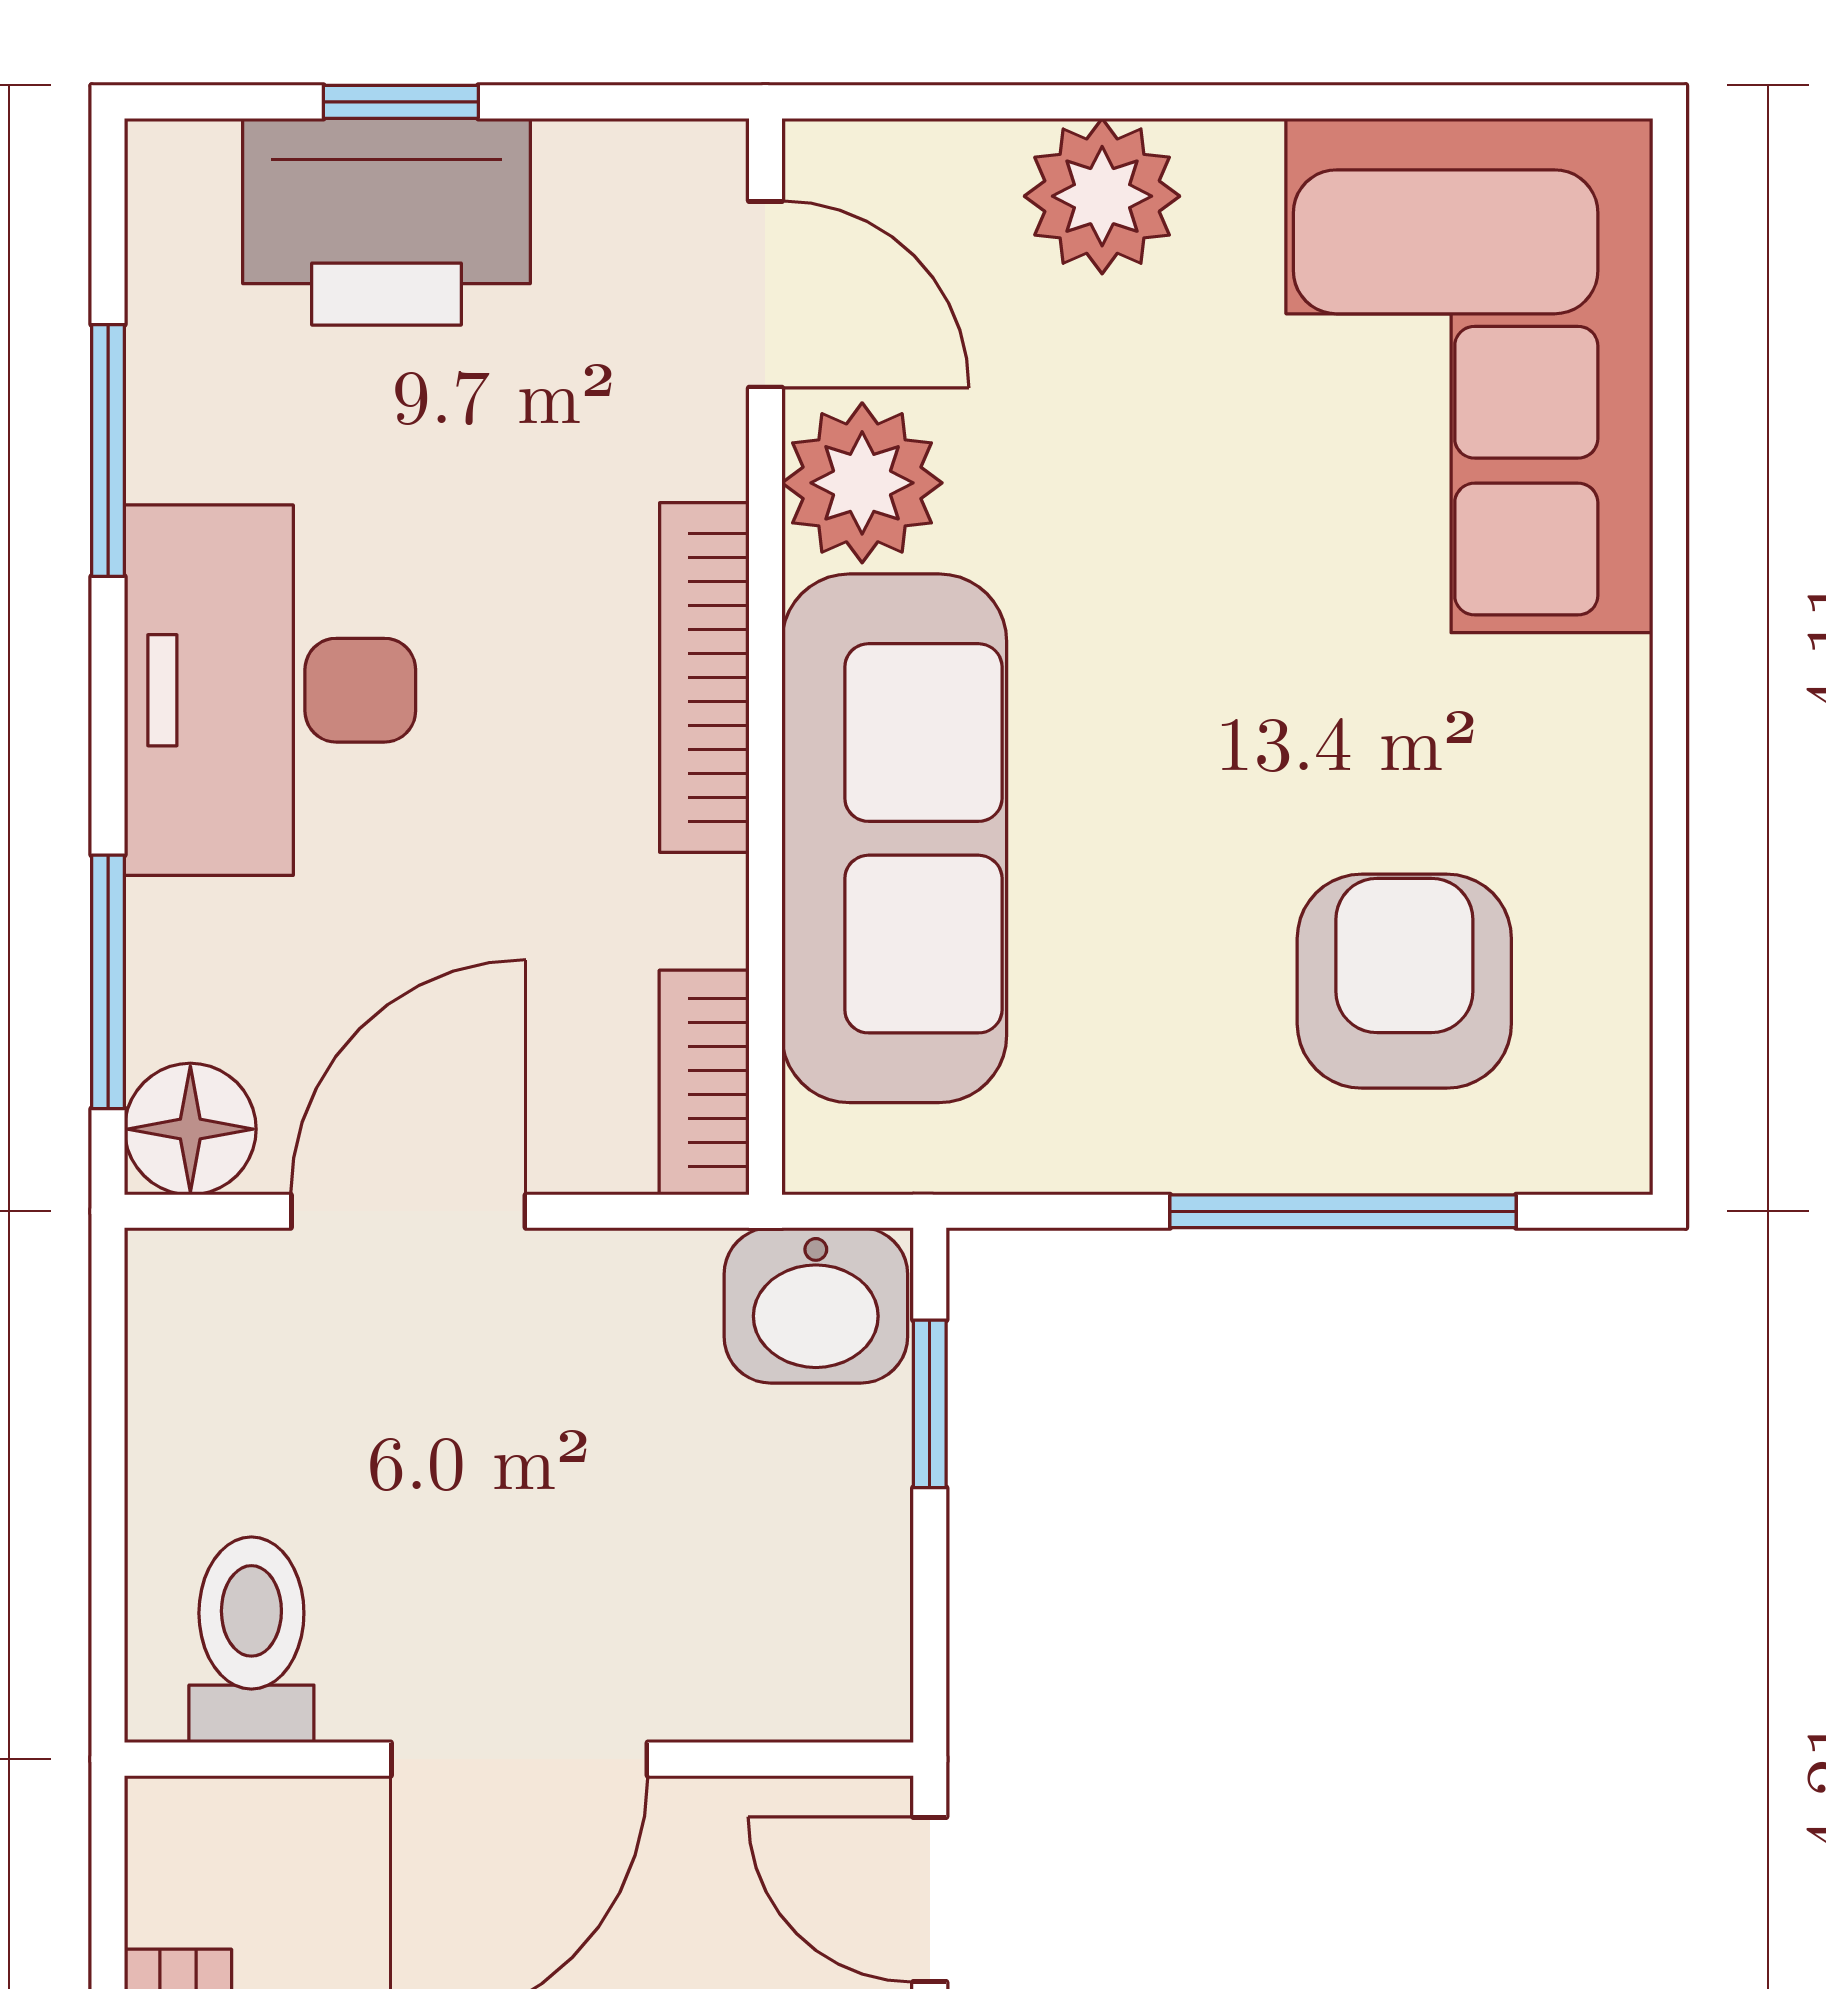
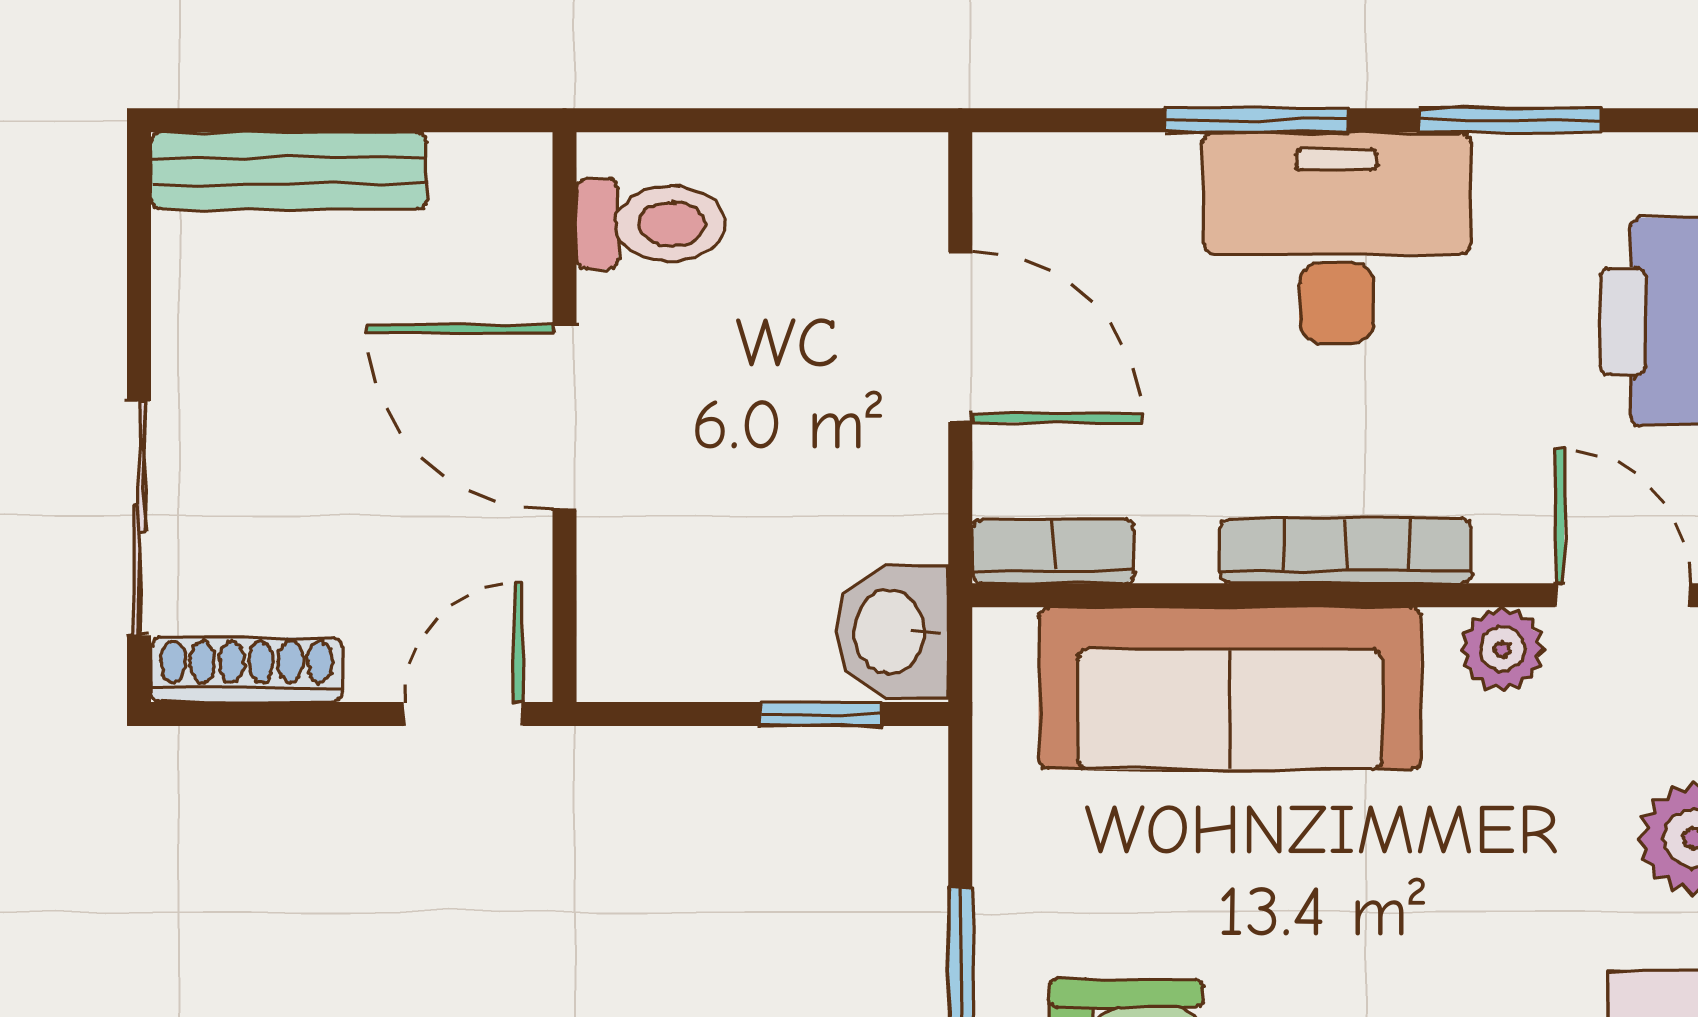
door: (765, 294) -> (1623, 595), swing flipped
plant: (862, 483) -> (1502, 649), width x0.73, depth x0.73
window: (108, 982) -> (1257, 120), moved
floor lamp: (190, 1129) -> (1020, 180), removed

